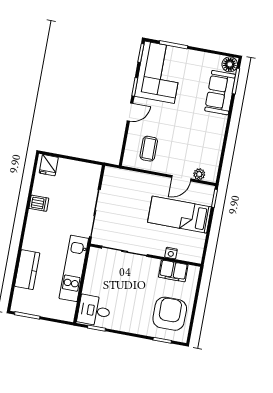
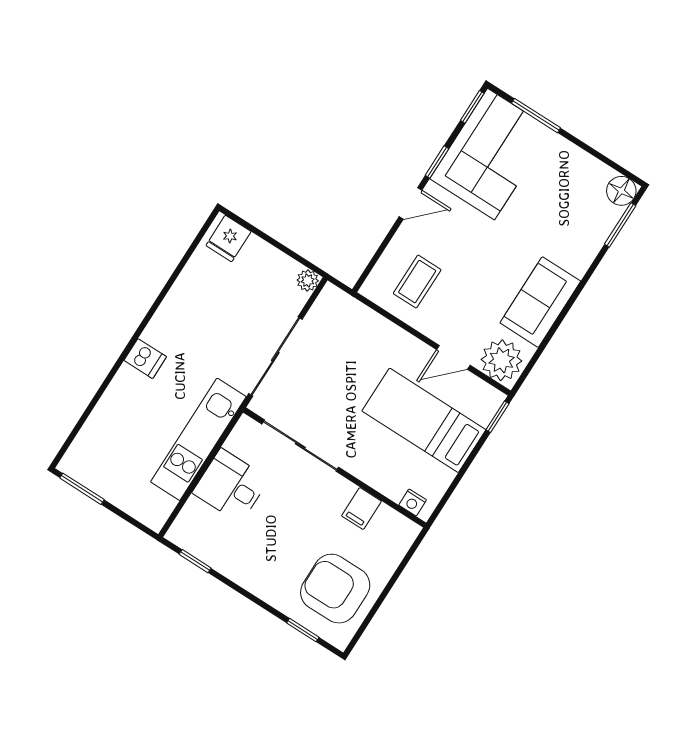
sofa: (220, 93) -> (540, 302), moved
plant: (95, 170) -> (308, 280), added
plant: (199, 174) -> (501, 360), width x1.87, depth x1.87
dishwasher: (39, 203) -> (145, 359), moved
nightstand: (171, 253) -> (413, 502), moved
kitchen counter: (27, 270) -> (115, 408), removed
filing cabinet: (173, 271) -> (361, 508), width x0.50
desk: (94, 311) -> (231, 486), moved
armchair: (170, 314) -> (335, 589), turned -90

